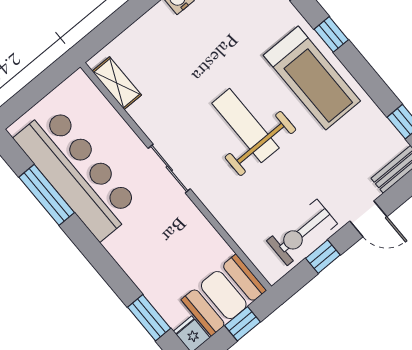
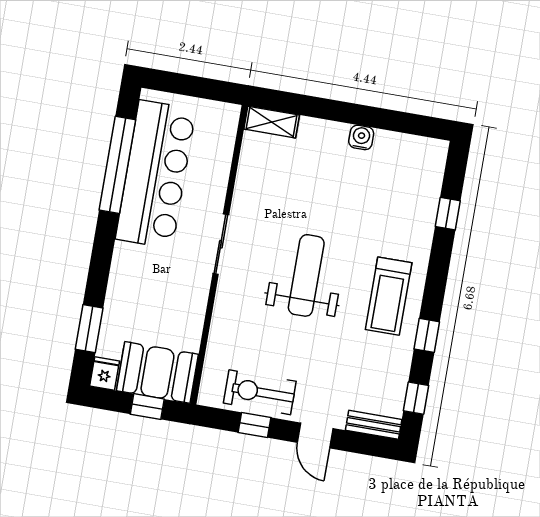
window: (331, 34) -> (427, 335), moved
treadmill: (312, 78) -> (389, 296), width x0.73, depth x0.73
shelving: (117, 83) -> (272, 122), moved, turned 90
window: (47, 195) -> (117, 165), width x1.46

